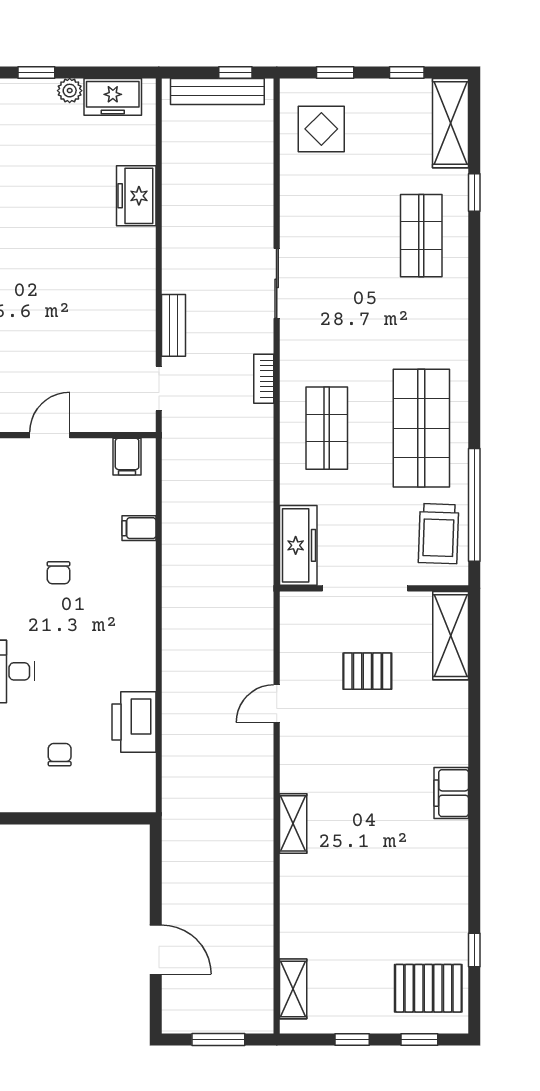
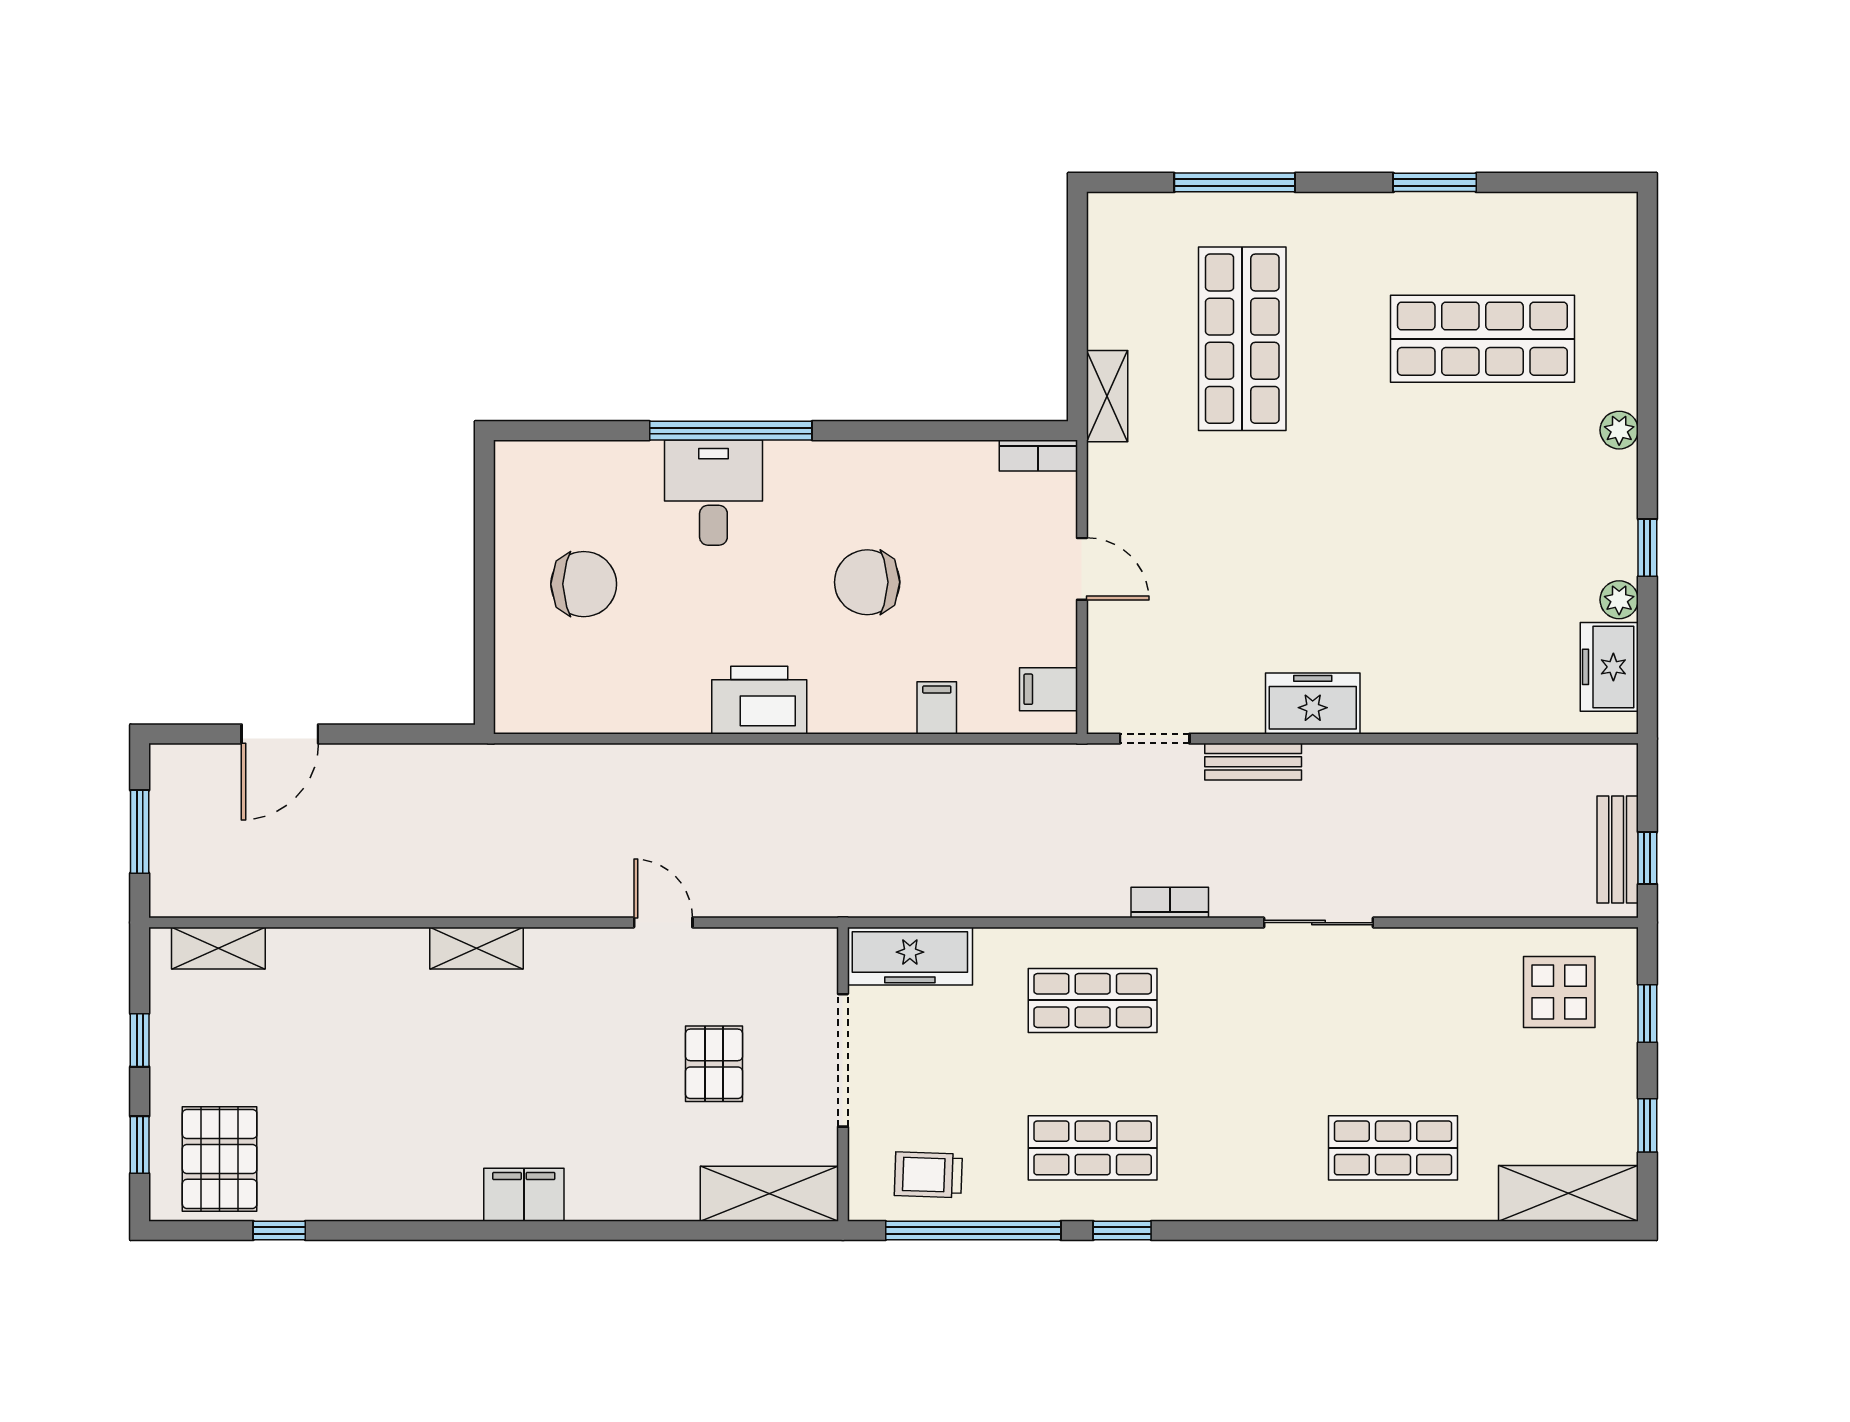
bench: (217, 91) -> (1618, 850), width x0.73
window: (474, 192) -> (1122, 1230), moved
freezer: (136, 196) -> (1313, 703), moved
shop shelf: (421, 428) -> (1093, 1148), width x0.70, depth x0.74
trolley: (438, 534) -> (928, 1175), width x0.73, depth x0.72
chair: (58, 573) -> (867, 582), width x1.87, depth x1.87
printer: (134, 722) -> (759, 700), moved
chair: (60, 755) -> (584, 584), width x1.87, depth x1.87

